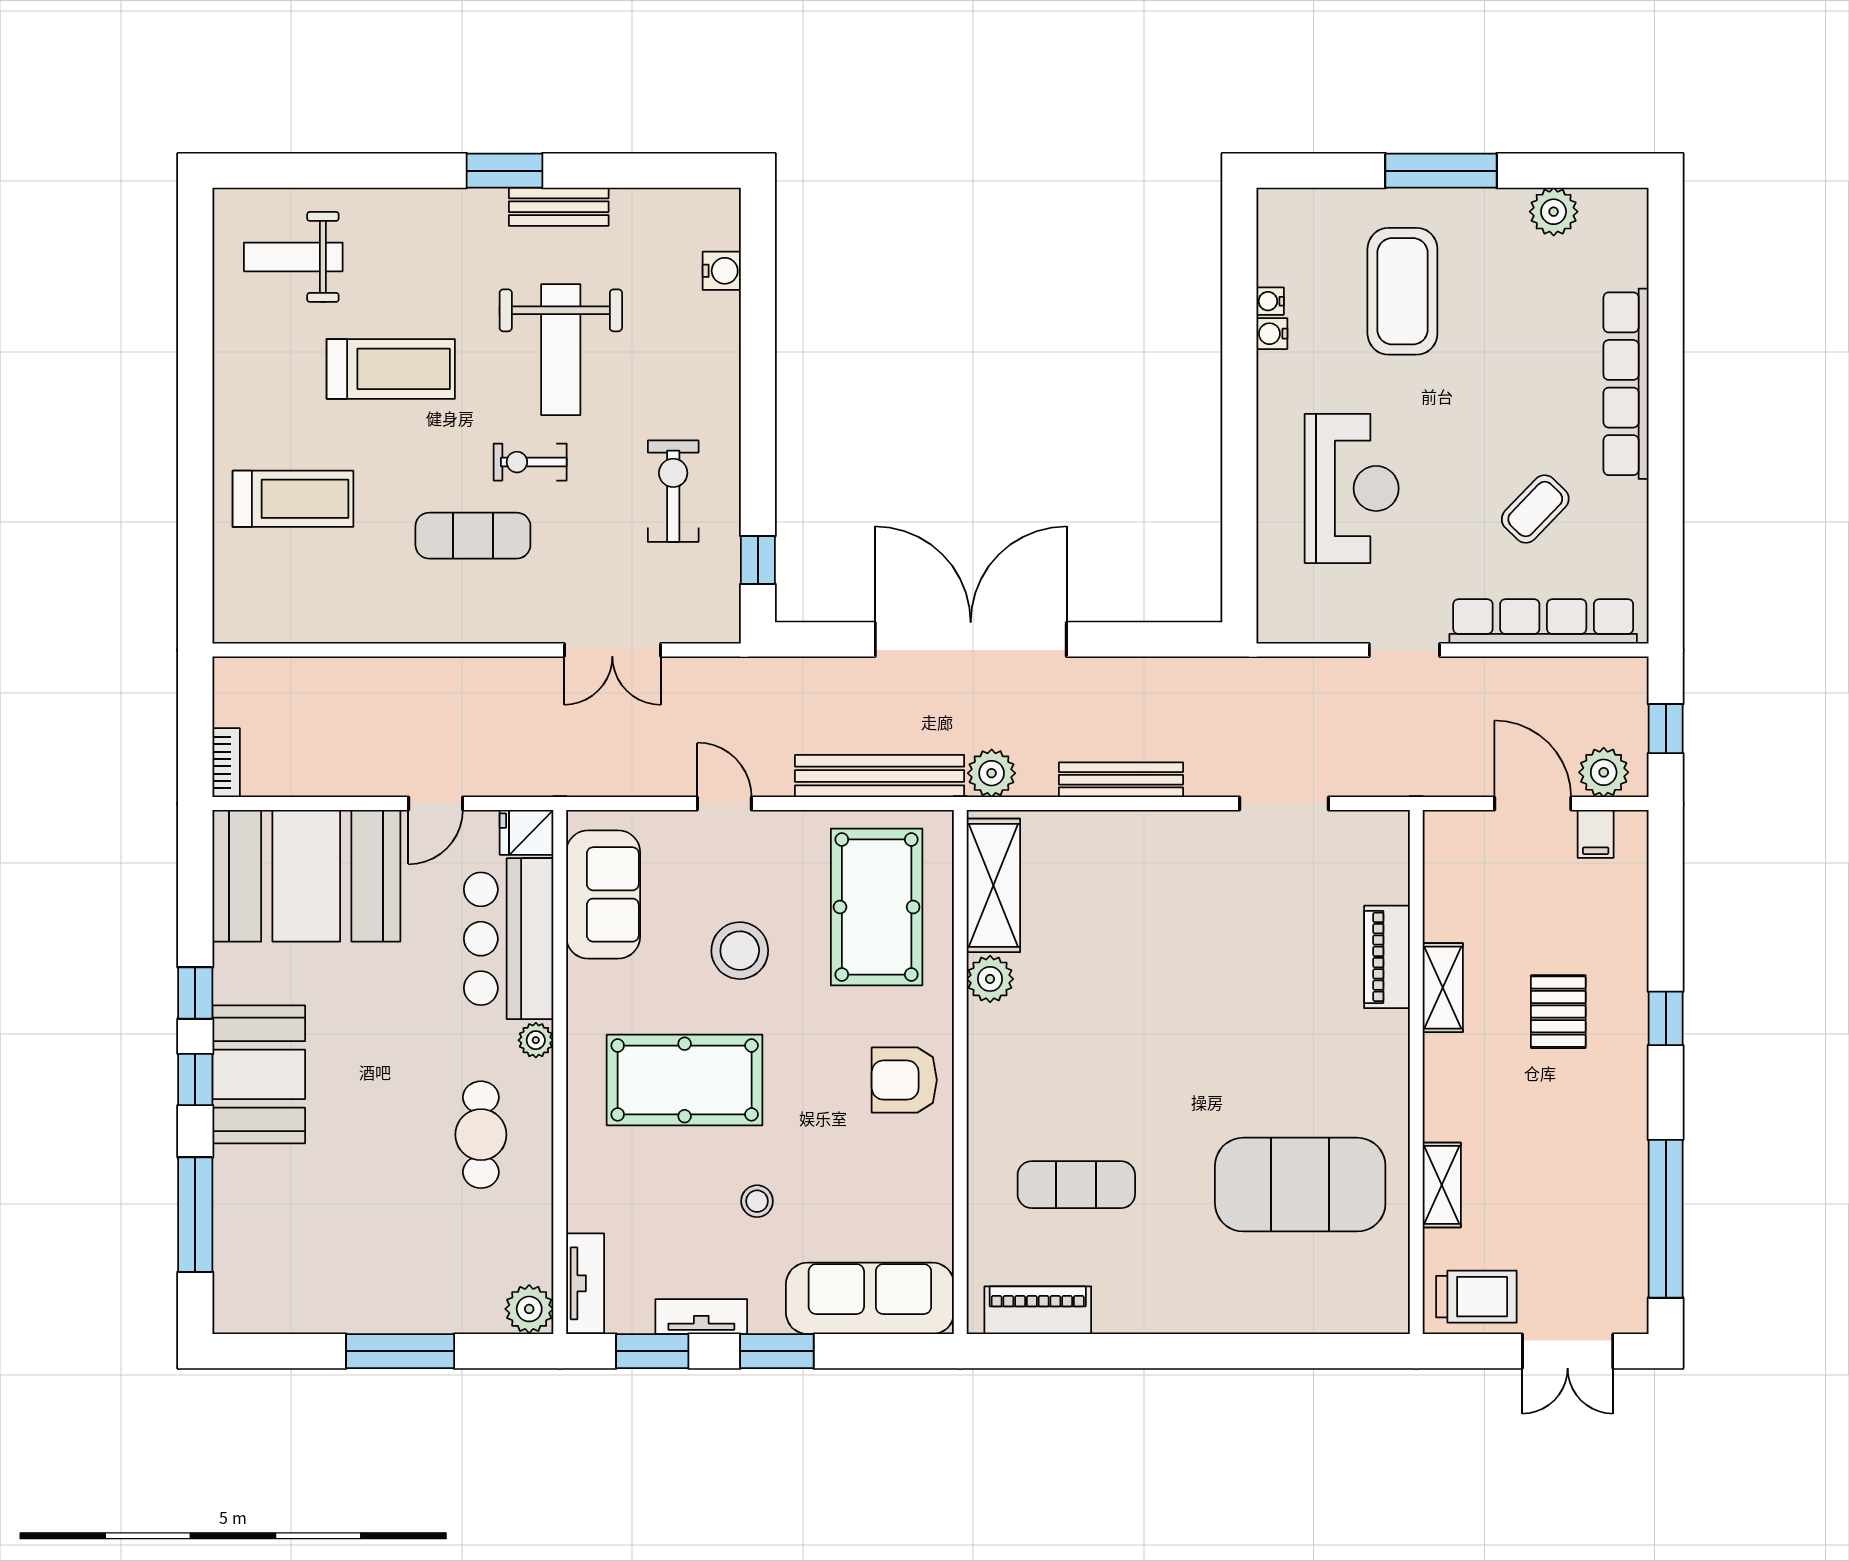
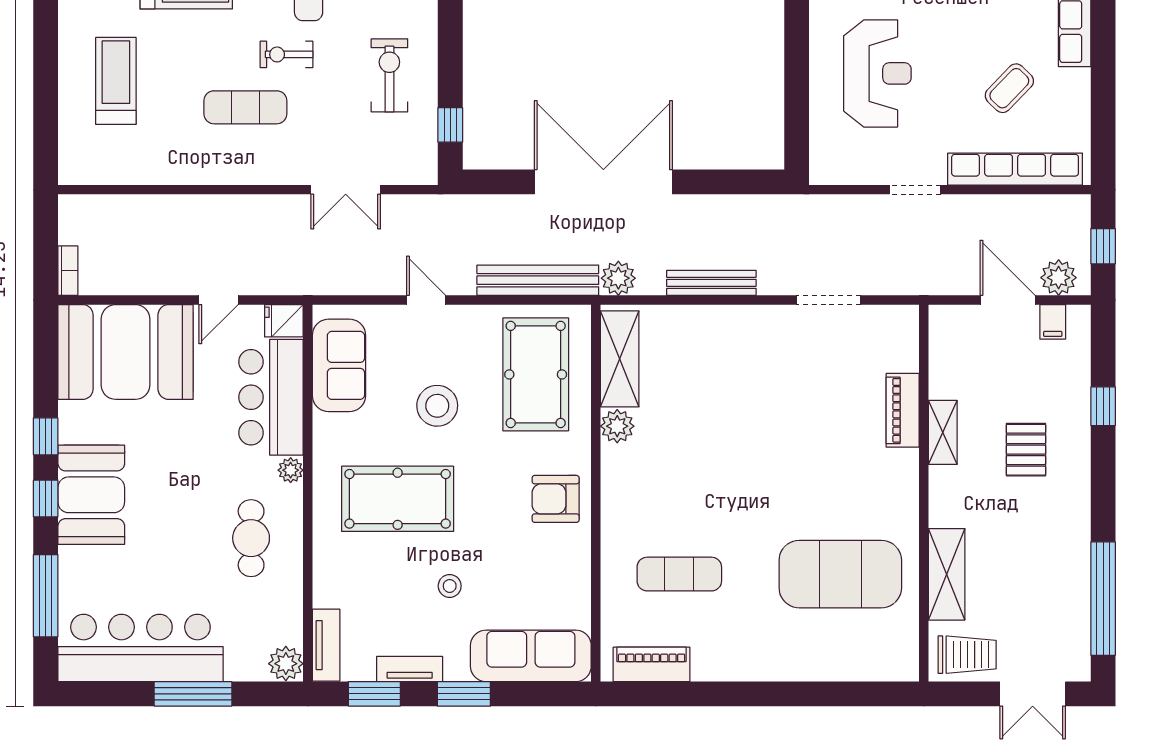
treadmill: (293, 499) -> (116, 81), turned -90
window: (1666, 1018) -> (1103, 406), moved
shelving: (1442, 1185) -> (947, 574), width x1.50, depth x1.33
bar counter: (327, 1287) -> (140, 648), added

